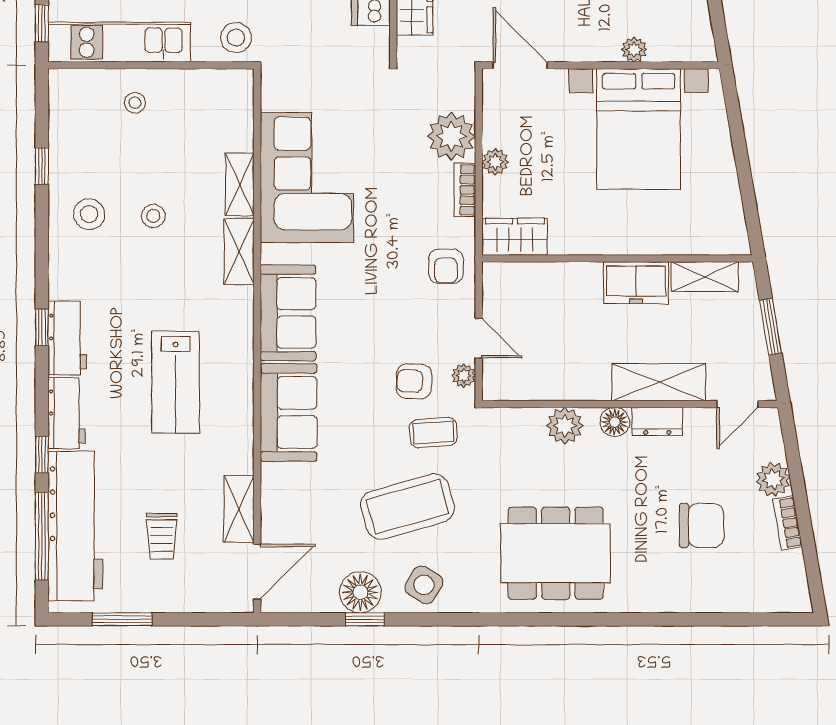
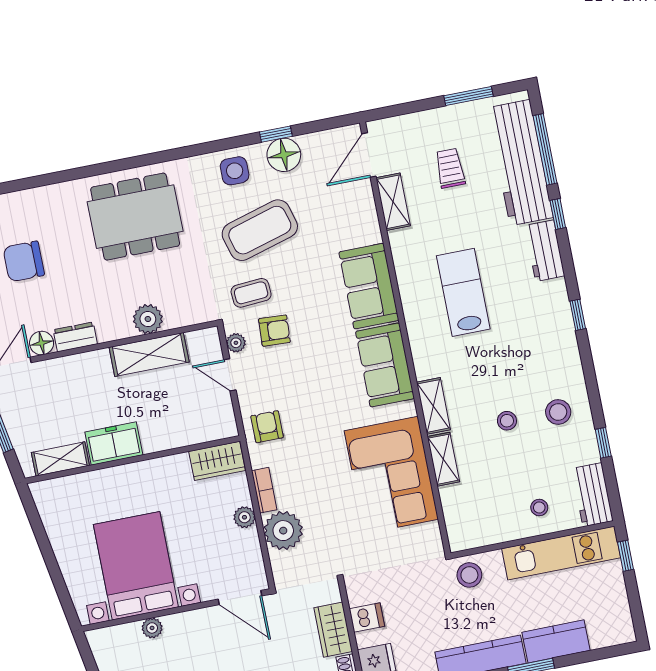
workbench: (67, 338) -> (592, 495), moved
shelving: (659, 382) -> (149, 355), moved
floor lamp: (615, 422) -> (42, 343), moved
side table: (424, 585) -> (235, 171), turned -31

